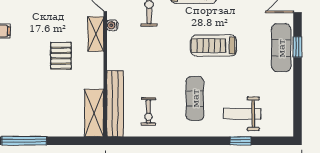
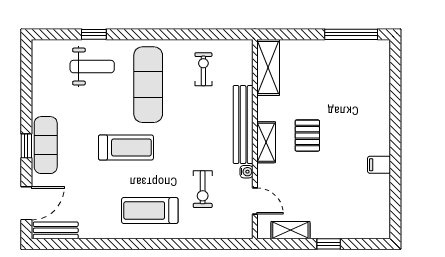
shelving: (96, 34) -> (266, 142), moved
exercise mat: (195, 98) -> (148, 85), width x1.36, depth x1.45
bench: (115, 104) -> (243, 125), moved

